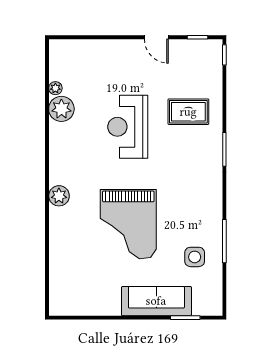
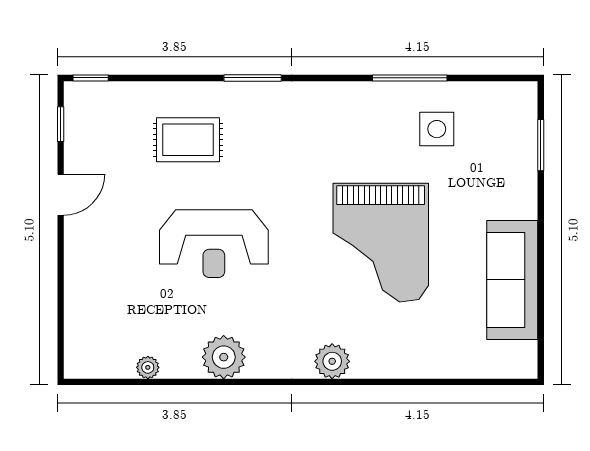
plant: (61, 109) -> (224, 357), moved
rug: (188, 112) -> (188, 140), turned 90
grand piano: (128, 224) -> (381, 243), turned 90
sofa: (156, 301) -> (512, 280), moved

